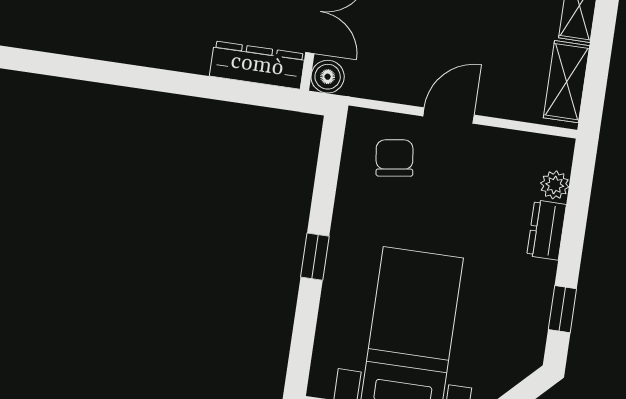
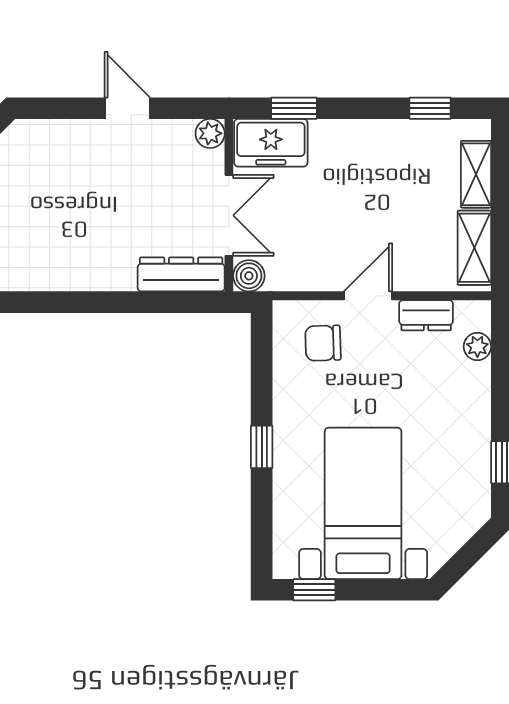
chair: (394, 158) -> (323, 343), turned -84
dresser: (547, 230) -> (426, 315), moved, turned -90

